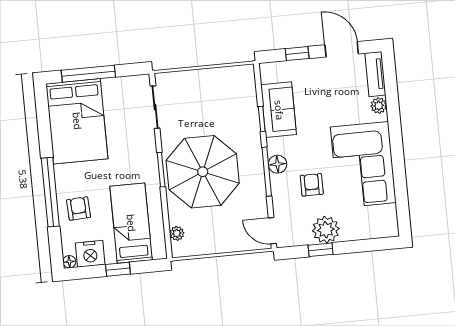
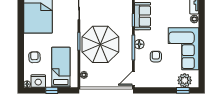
window: (50, 192) -> (21, 47), removed
plant: (326, 230) -> (185, 80), moved
door: (272, 231) -> (133, 78), hinge flipped
window: (321, 250) -> (183, 90), moved

